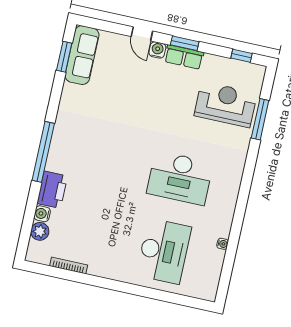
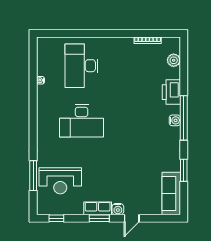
door: (142, 34) -> (132, 218), swing flipped
window: (64, 57) -> (184, 170), moved
desk: (180, 178) -> (82, 121), turned 180
water cooler: (42, 214) -> (175, 120), moved

